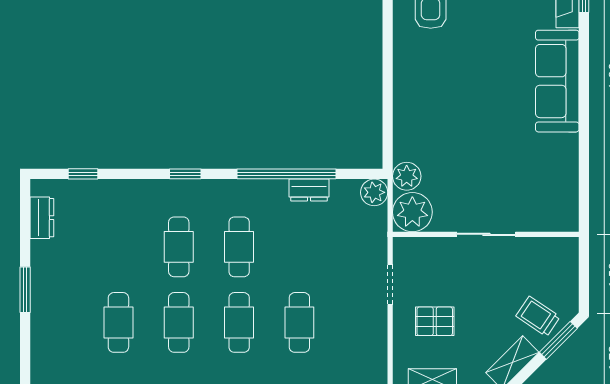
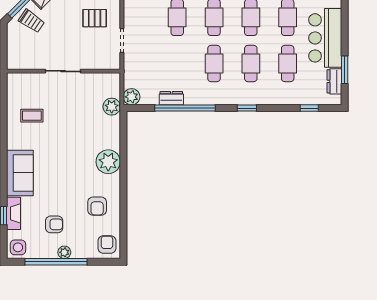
sofa: (557, 81) -> (20, 173), width x0.73
coffee table: (538, 161) -> (32, 116), added
plant: (412, 212) -> (108, 162), moved
cafe table: (118, 247) -> (288, 63), added
bar counter: (57, 289) -> (325, 38), added
window: (25, 290) -> (345, 70), moved

